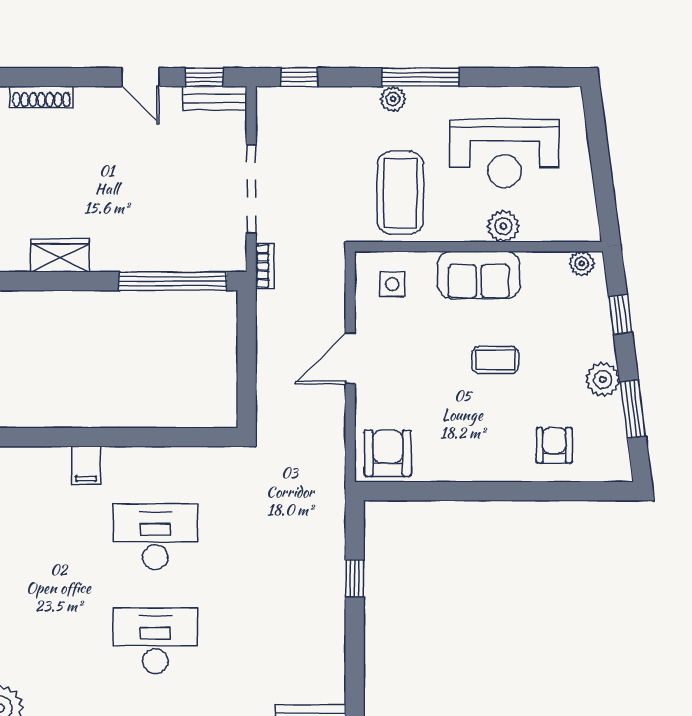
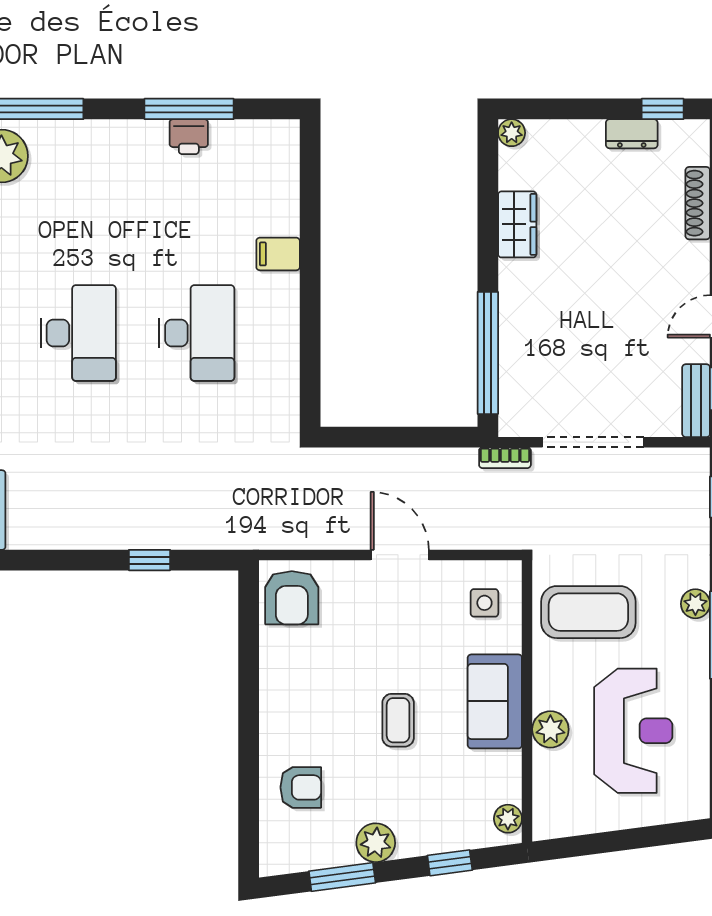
reception desk: (504, 153) -> (633, 731), turned 180
armchair: (388, 453) -> (292, 598), turned 90

